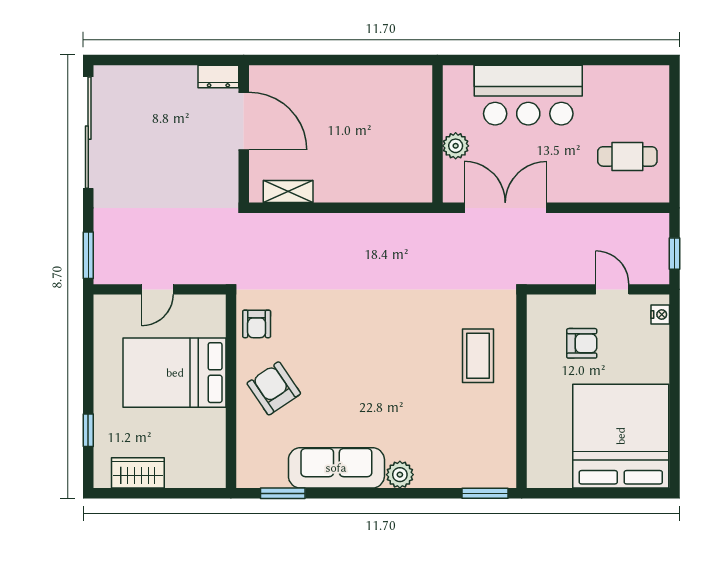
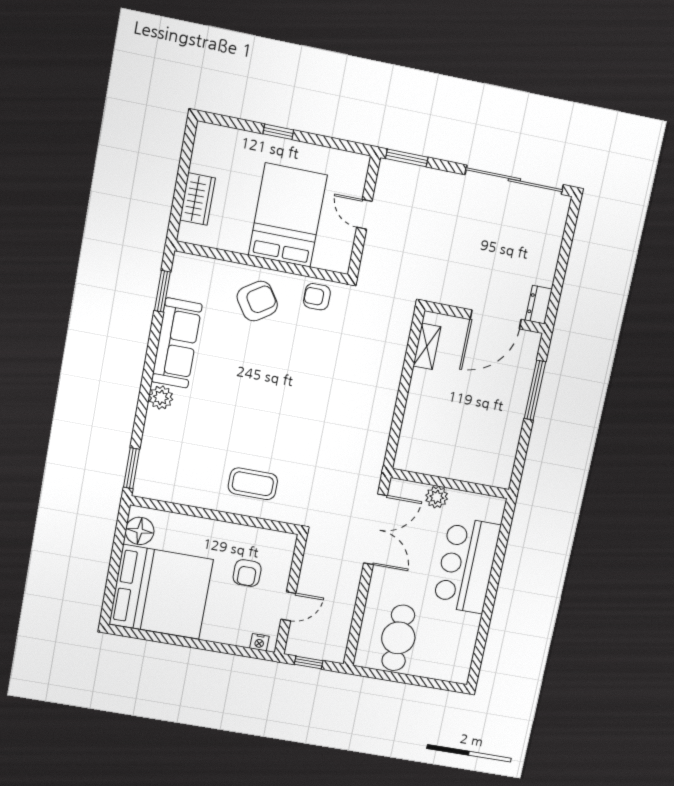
window: (314, 60) -> (535, 390), added
cafe table: (627, 156) -> (398, 638), width x1.37, depth x1.35
window: (88, 430) -> (278, 132), moved
floor lamp: (555, 472) -> (140, 531), added
wardrobe: (138, 473) -> (197, 199), moved

